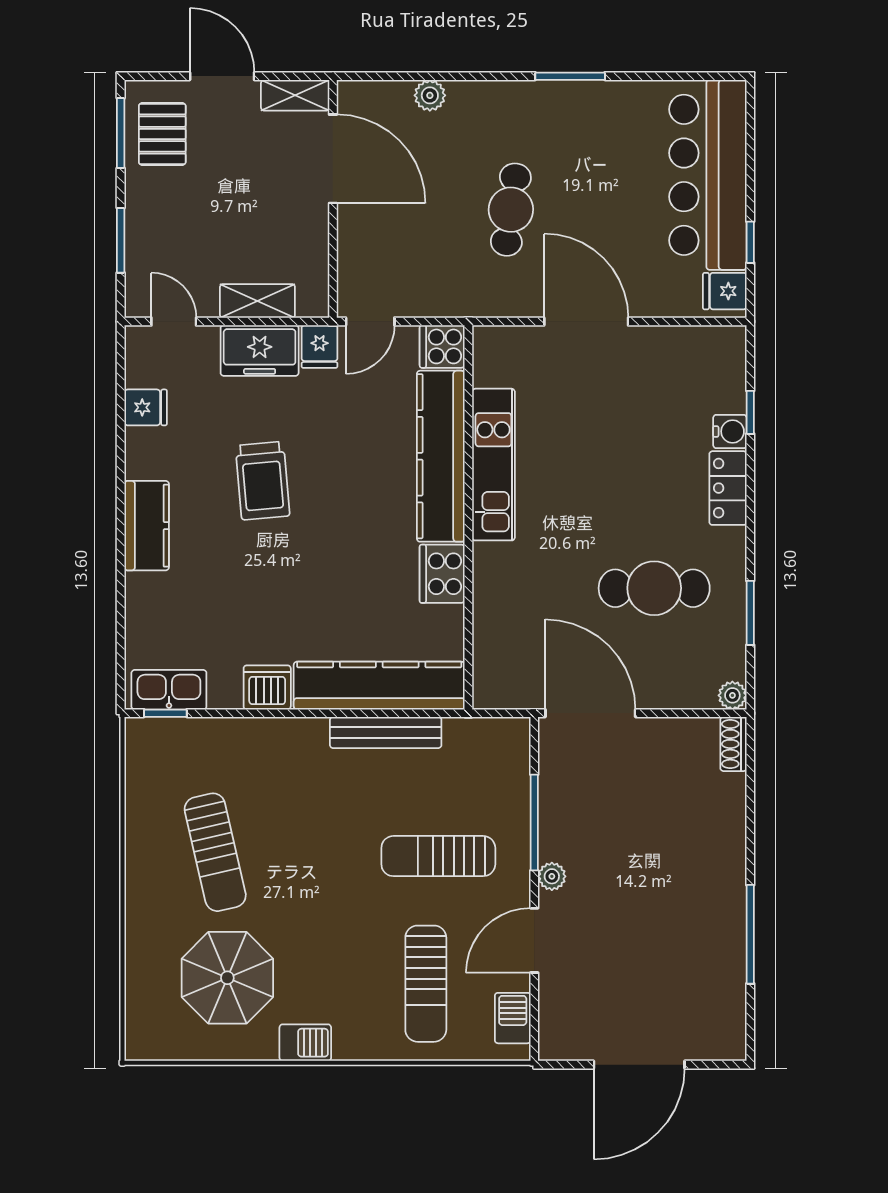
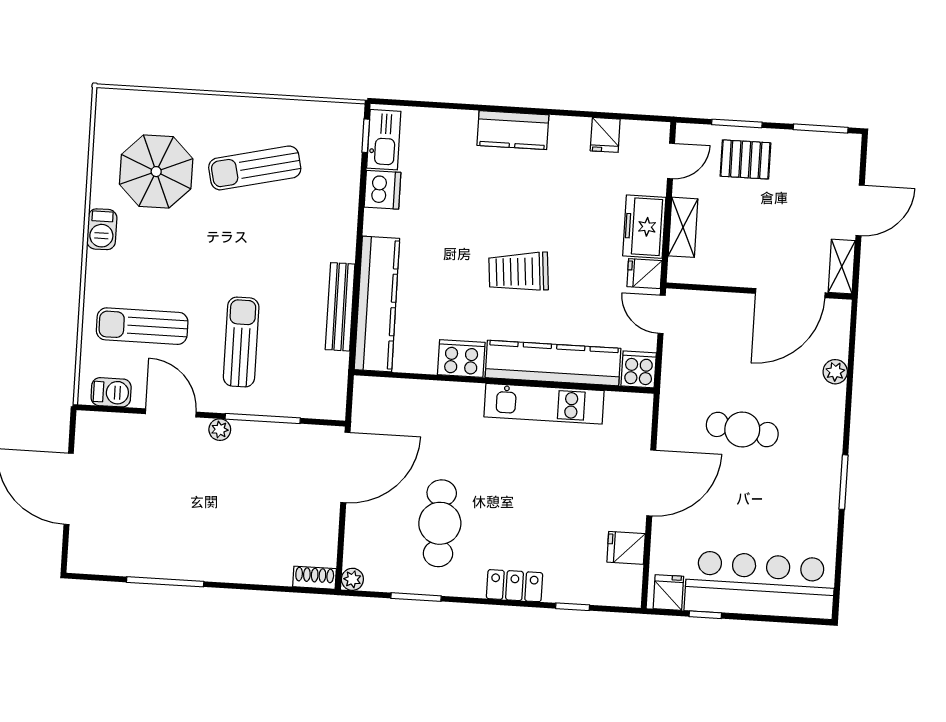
pallet: (162, 134) -> (745, 159), moved
fridge: (671, 349) -> (626, 548), added
water cooler: (730, 431) -> (559, 590), removed
trolley: (263, 481) -> (518, 272), moved
dishwasher: (267, 687) -> (382, 190), moved

